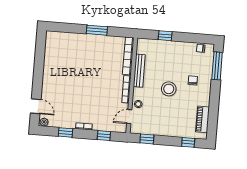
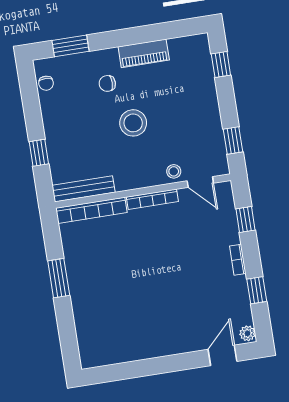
window: (217, 66) -> (71, 46), width x0.69
bench: (139, 71) -> (84, 189), moved
piano: (203, 119) -> (144, 53), moved

